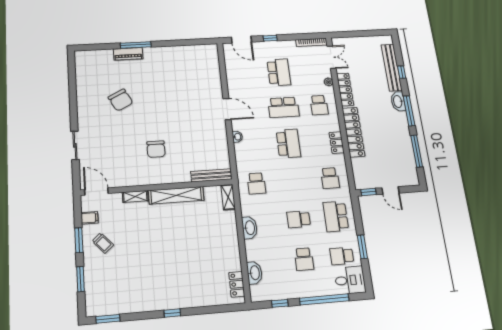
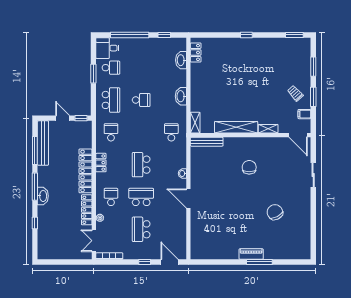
piano: (128, 54) -> (251, 254), moved
bench: (392, 68) -> (43, 143), moved
school desk: (304, 259) -> (141, 68), removed

